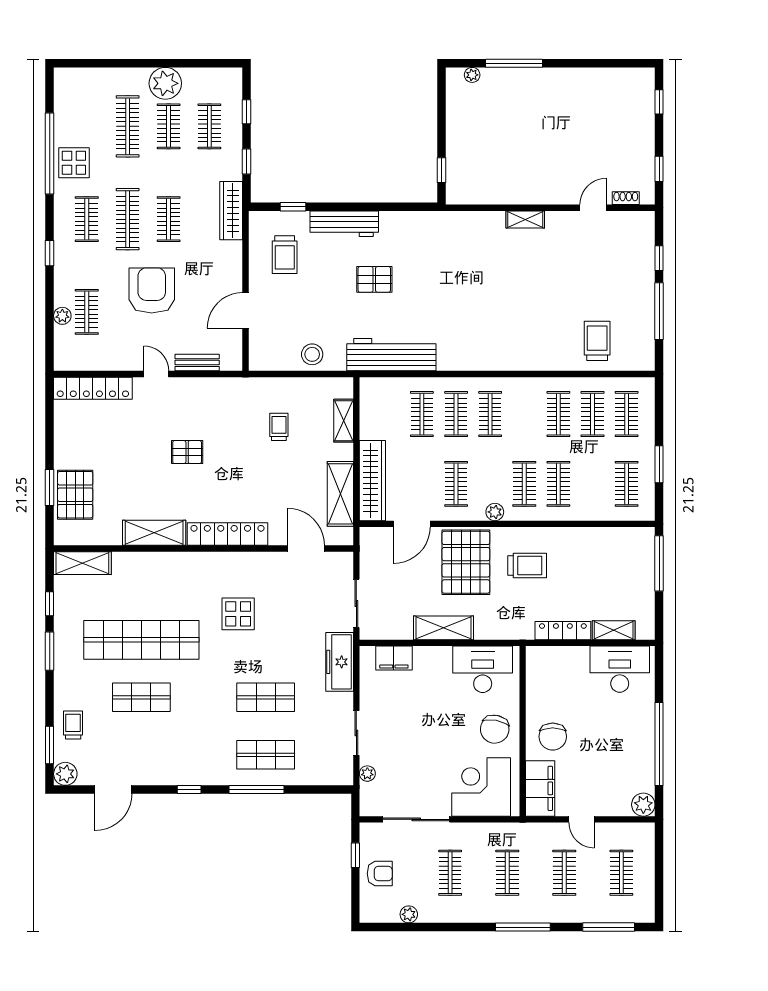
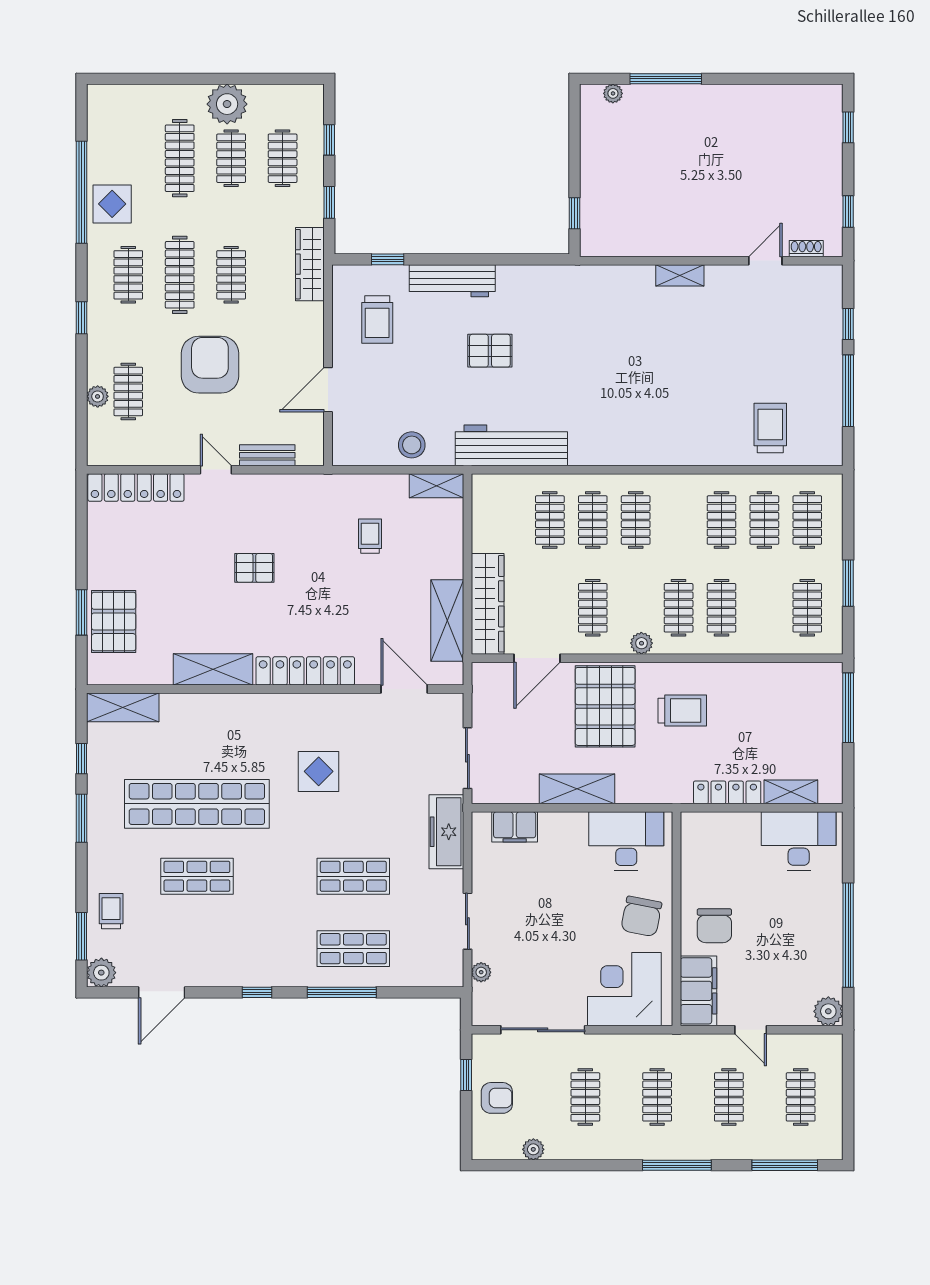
shelving: (344, 421) -> (436, 486), moved, turned 90

